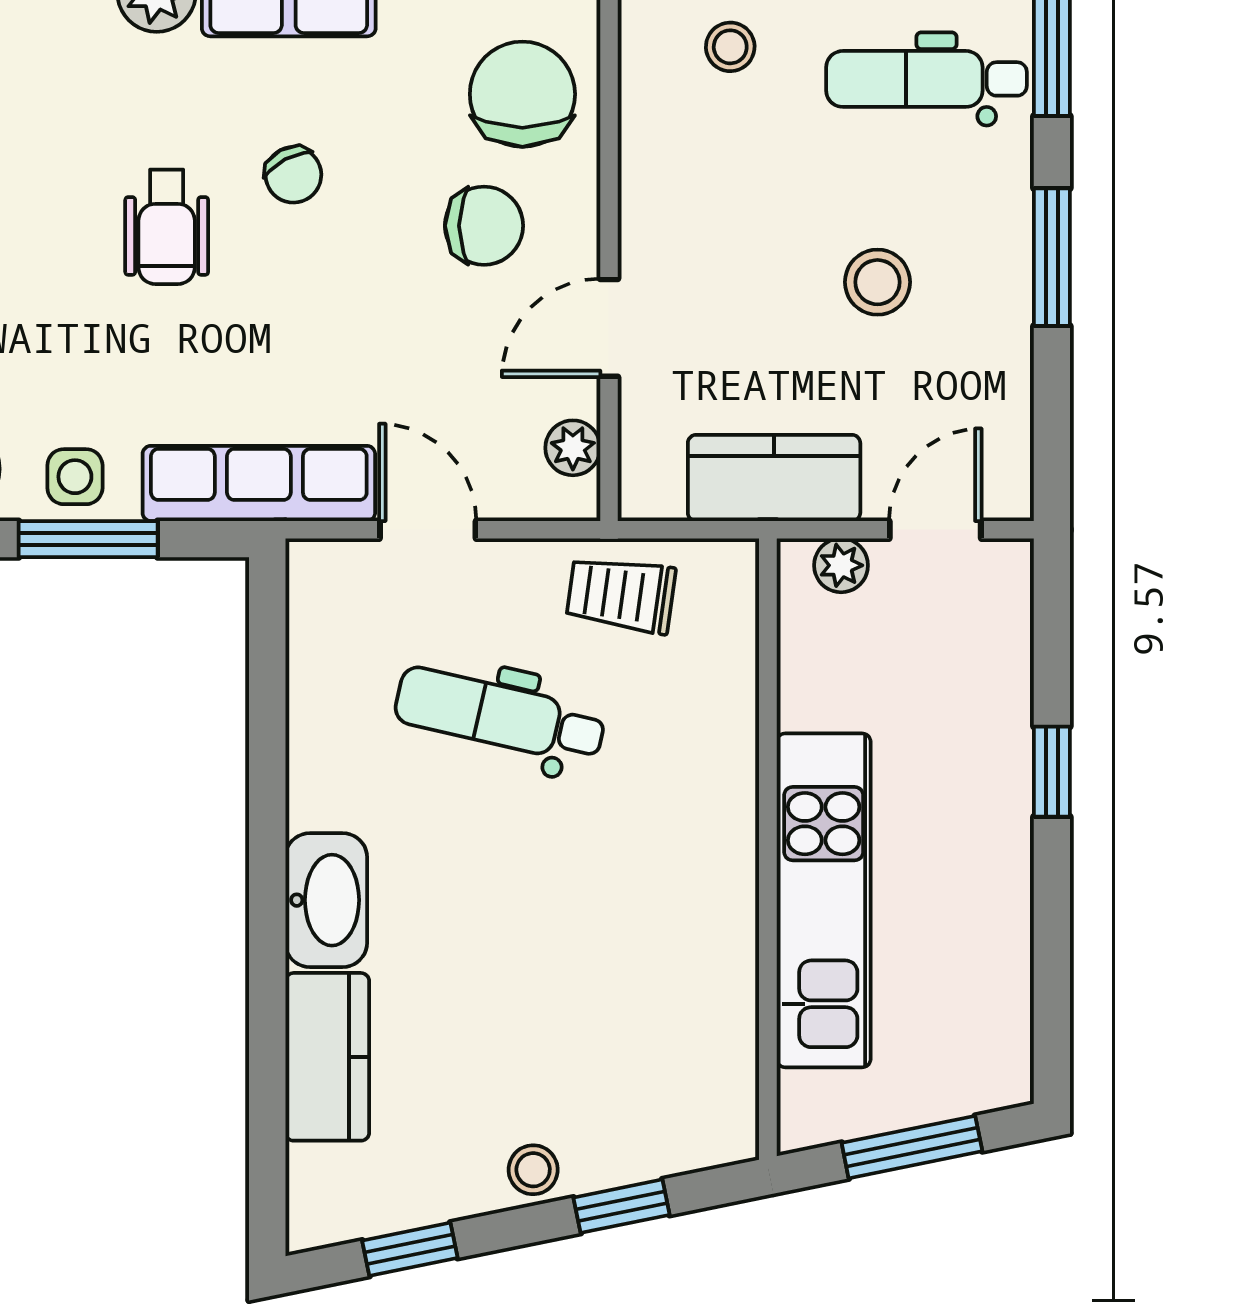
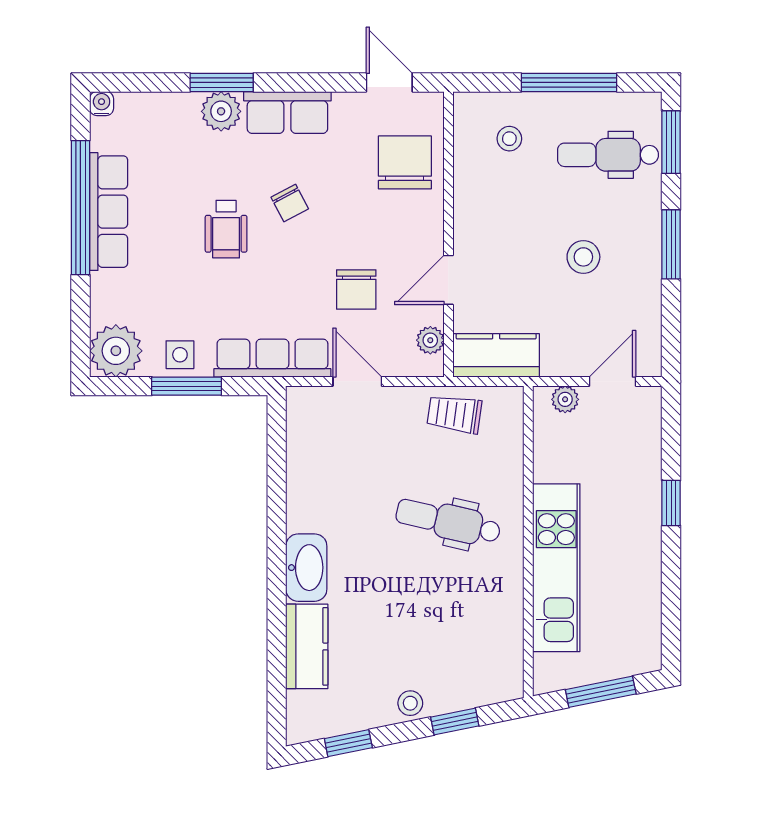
chair: (484, 226) -> (356, 290), moved, turned 90
kitchen counter: (774, 478) -> (496, 355), moved
dental chair: (500, 716) -> (448, 522), moved

